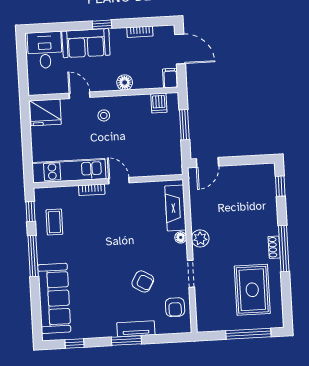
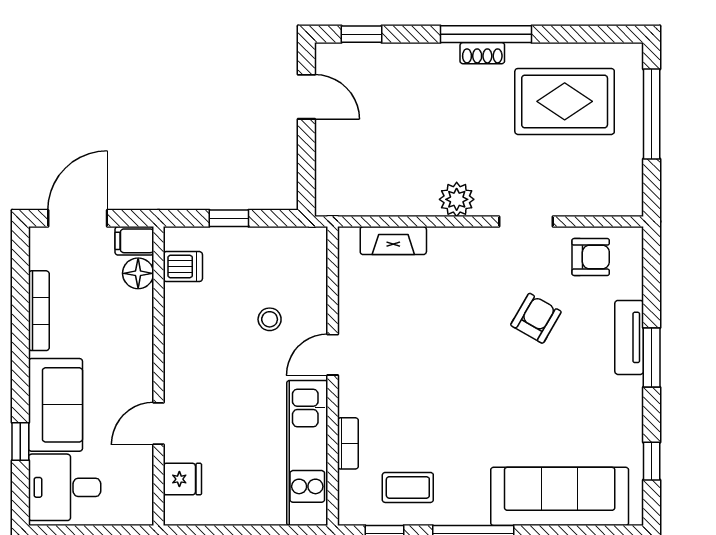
window: (102, 25) -> (20, 442), moved
bookcase: (140, 32) -> (39, 311), width x1.56
floor lamp: (125, 82) -> (138, 273), moved
fridge: (45, 112) -> (182, 479), width x0.53, depth x0.75
stool: (104, 115) -> (270, 319), moved
window: (184, 125) -> (229, 218), width x0.67
door: (207, 162) -> (306, 97), moved
bookcase: (92, 190) -> (348, 443), moved
fireplace: (175, 208) -> (393, 241), width x0.73, depth x0.76
floor lamp: (181, 237) -> (453, 238), removed

